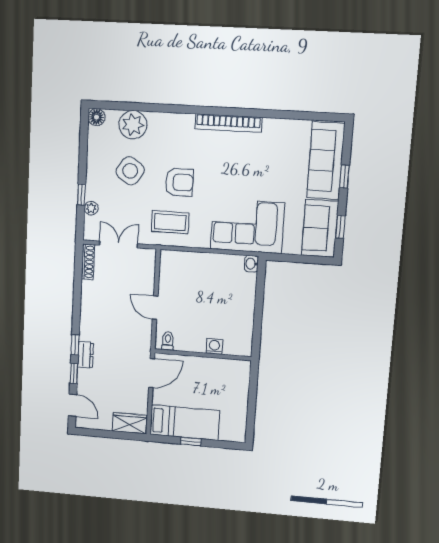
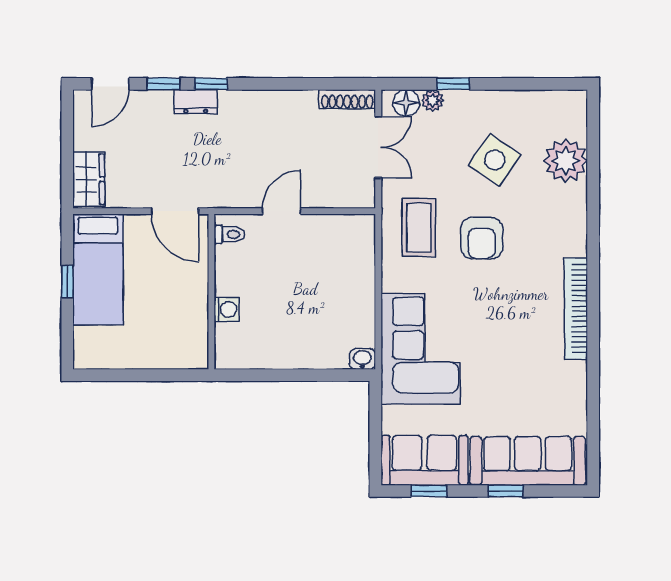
floor lamp: (97, 117) -> (406, 103), moved

